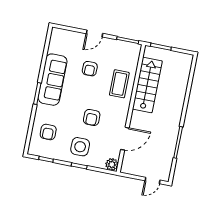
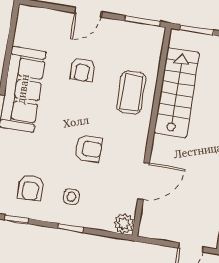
armchair: (92, 117) -> (88, 149), turned -90
armchair: (48, 132) -> (31, 188), moved
side table: (80, 147) -> (71, 197), width x0.54, depth x0.54

